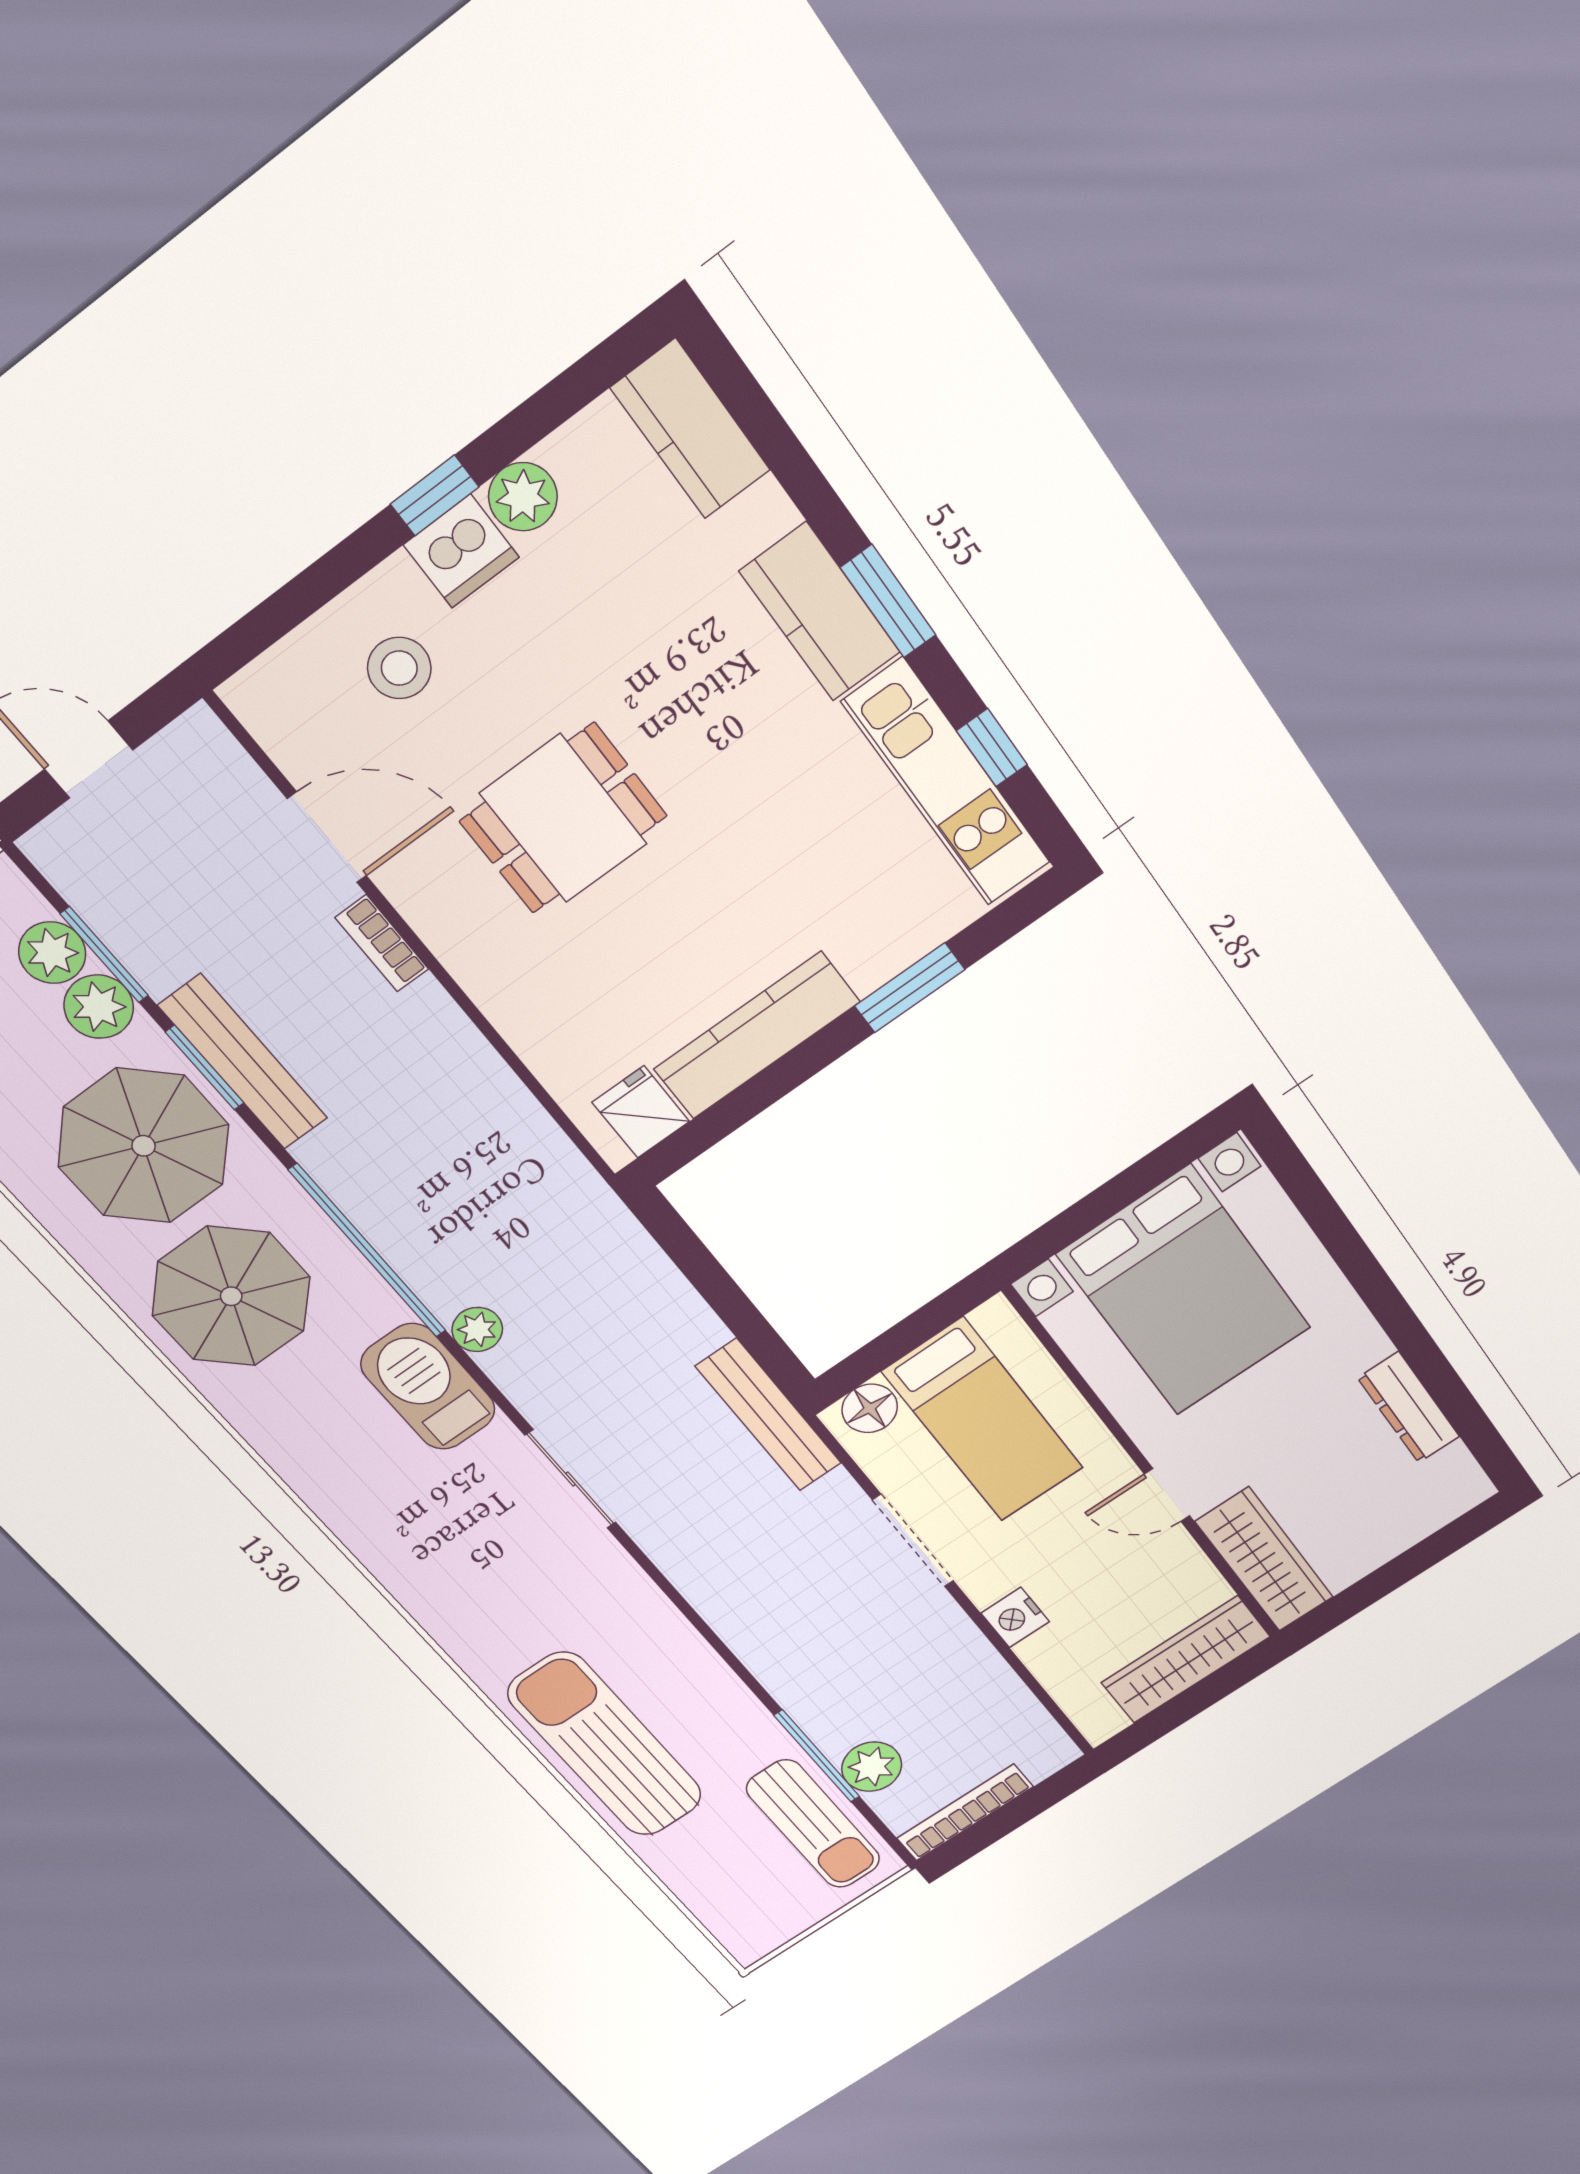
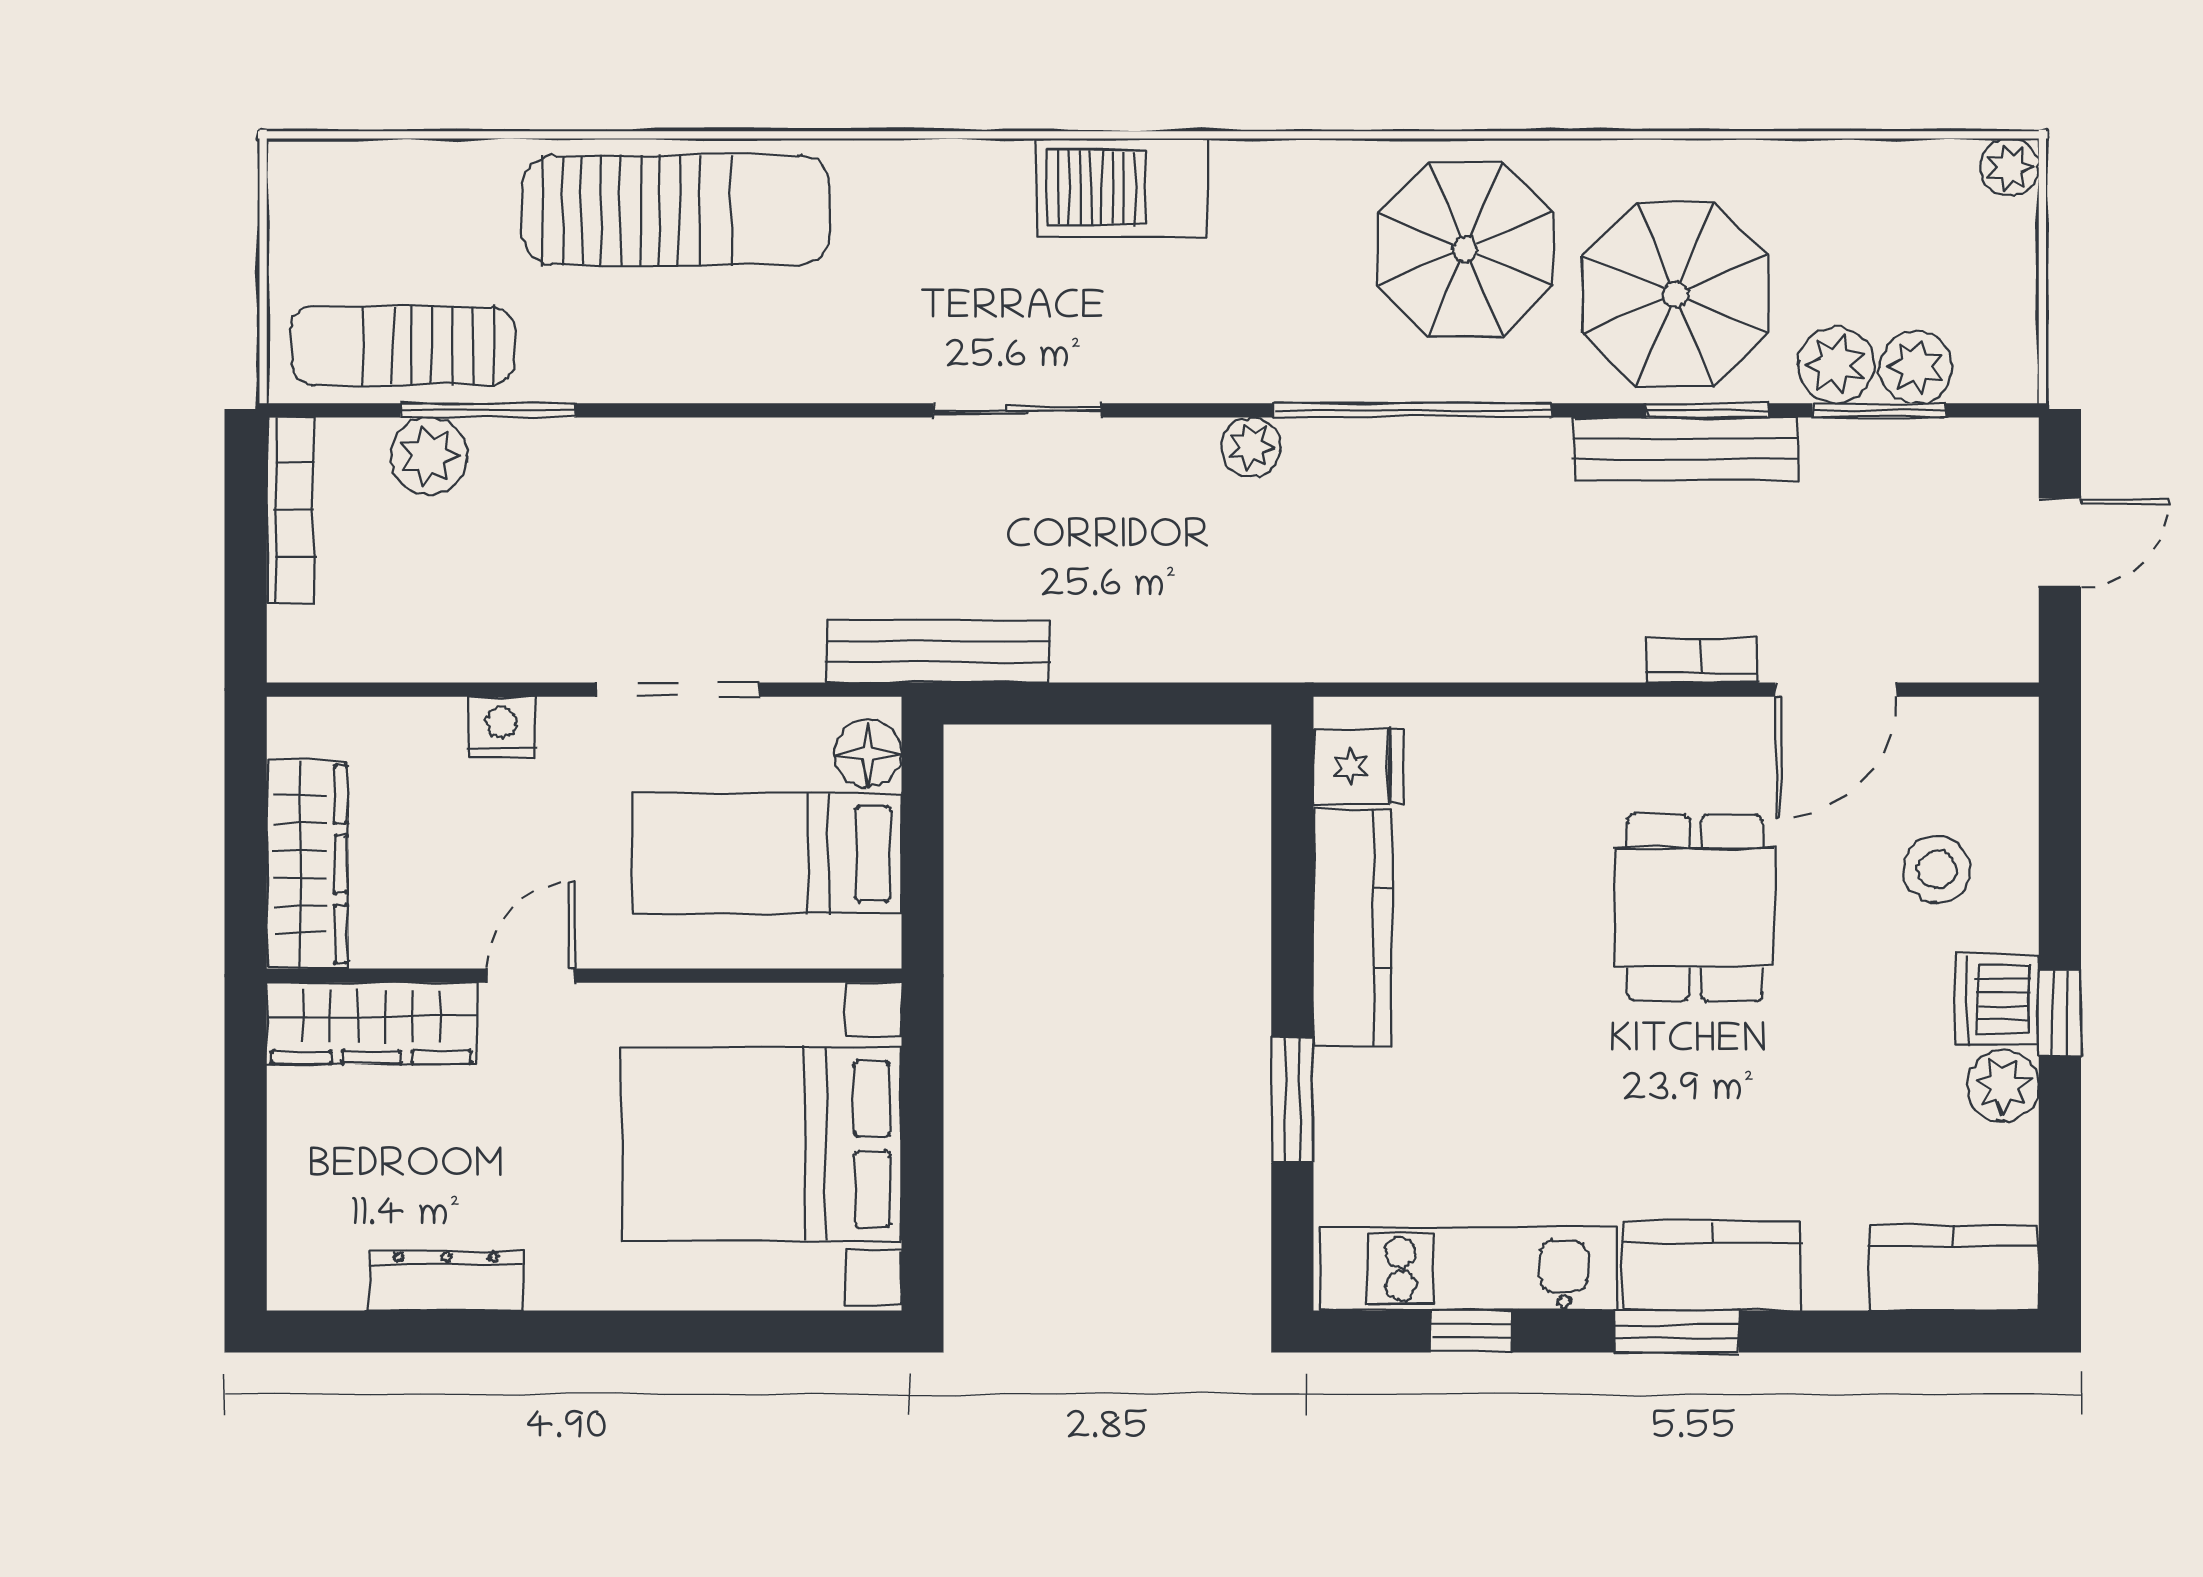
barbecue: (428, 1387) -> (1122, 188), moved, turned 180

